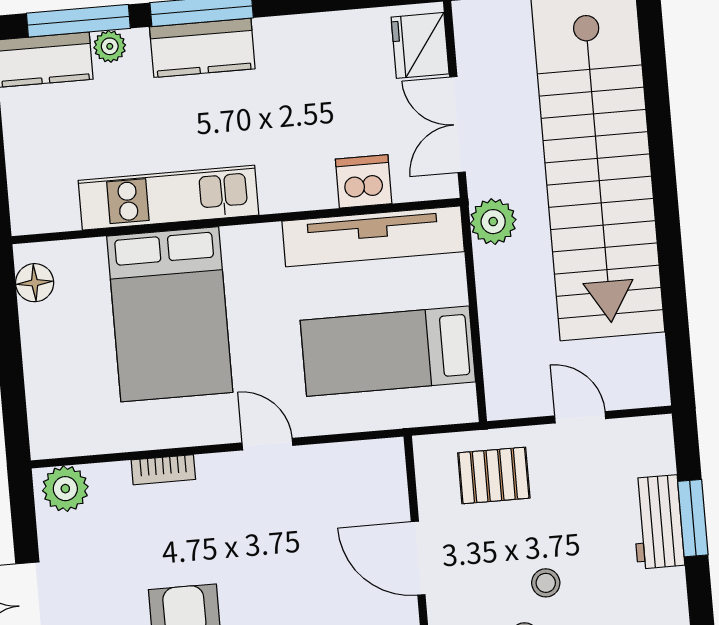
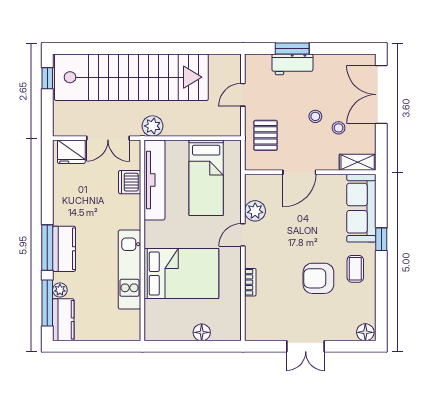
floor lamp: (35, 283) -> (202, 332), moved
plant: (65, 489) -> (255, 211), moved

